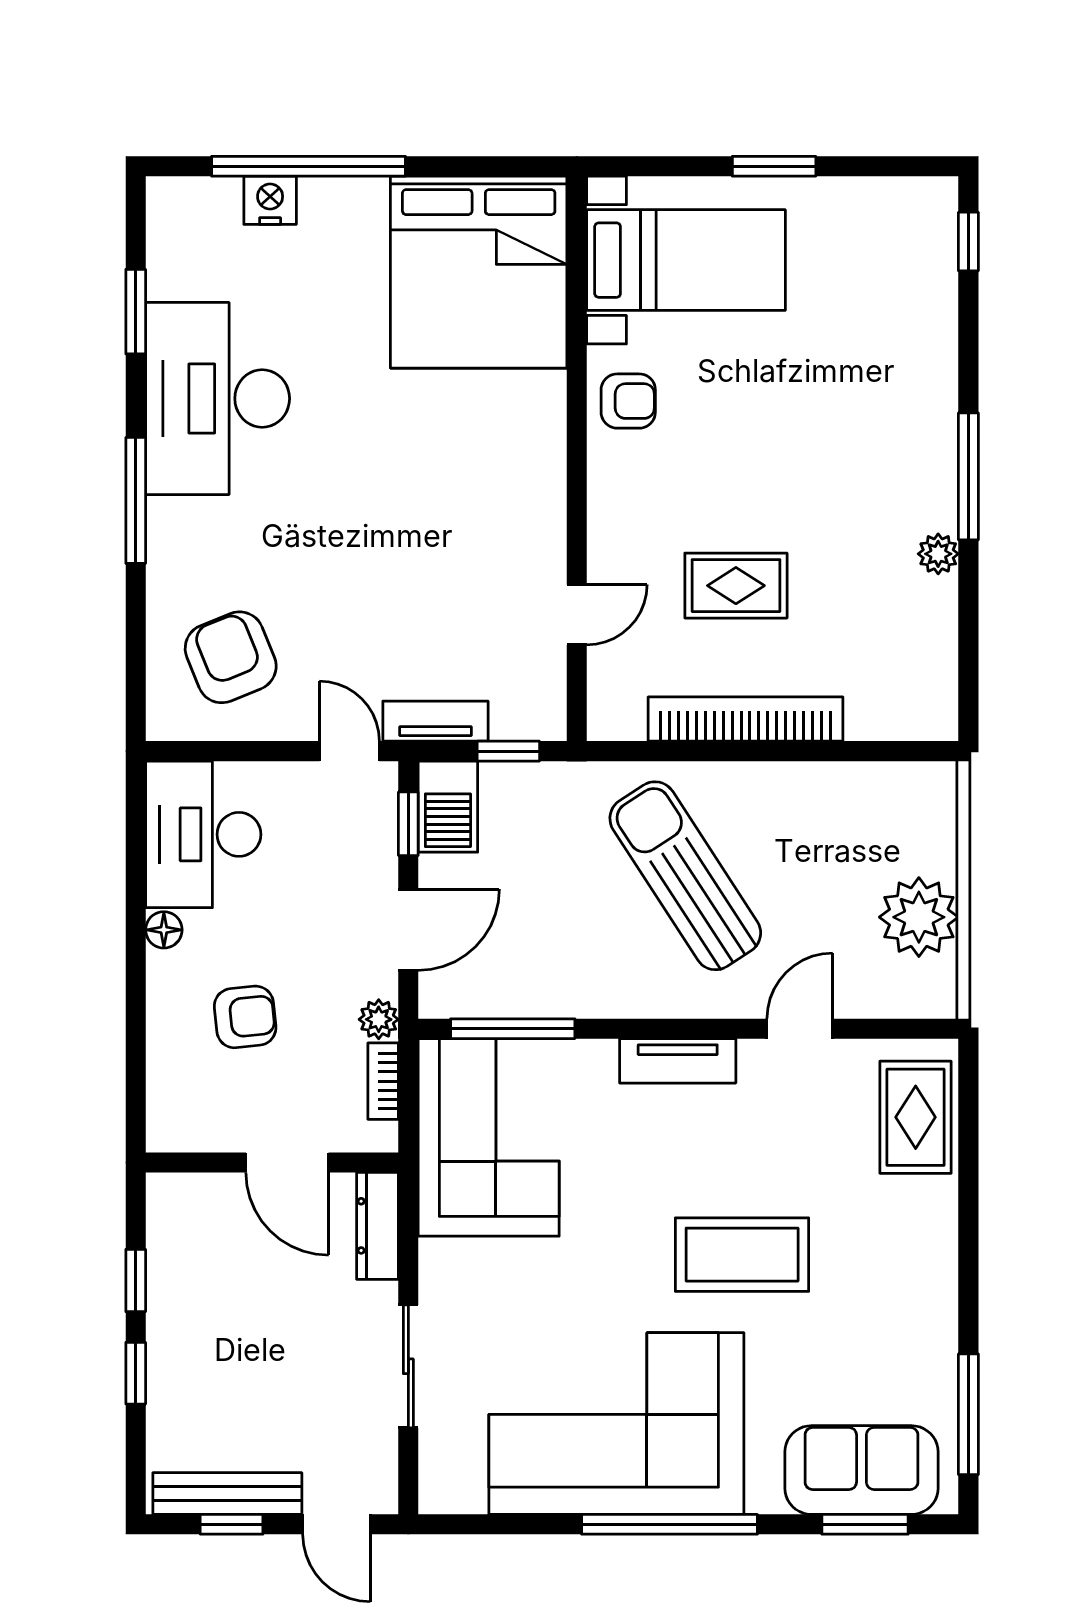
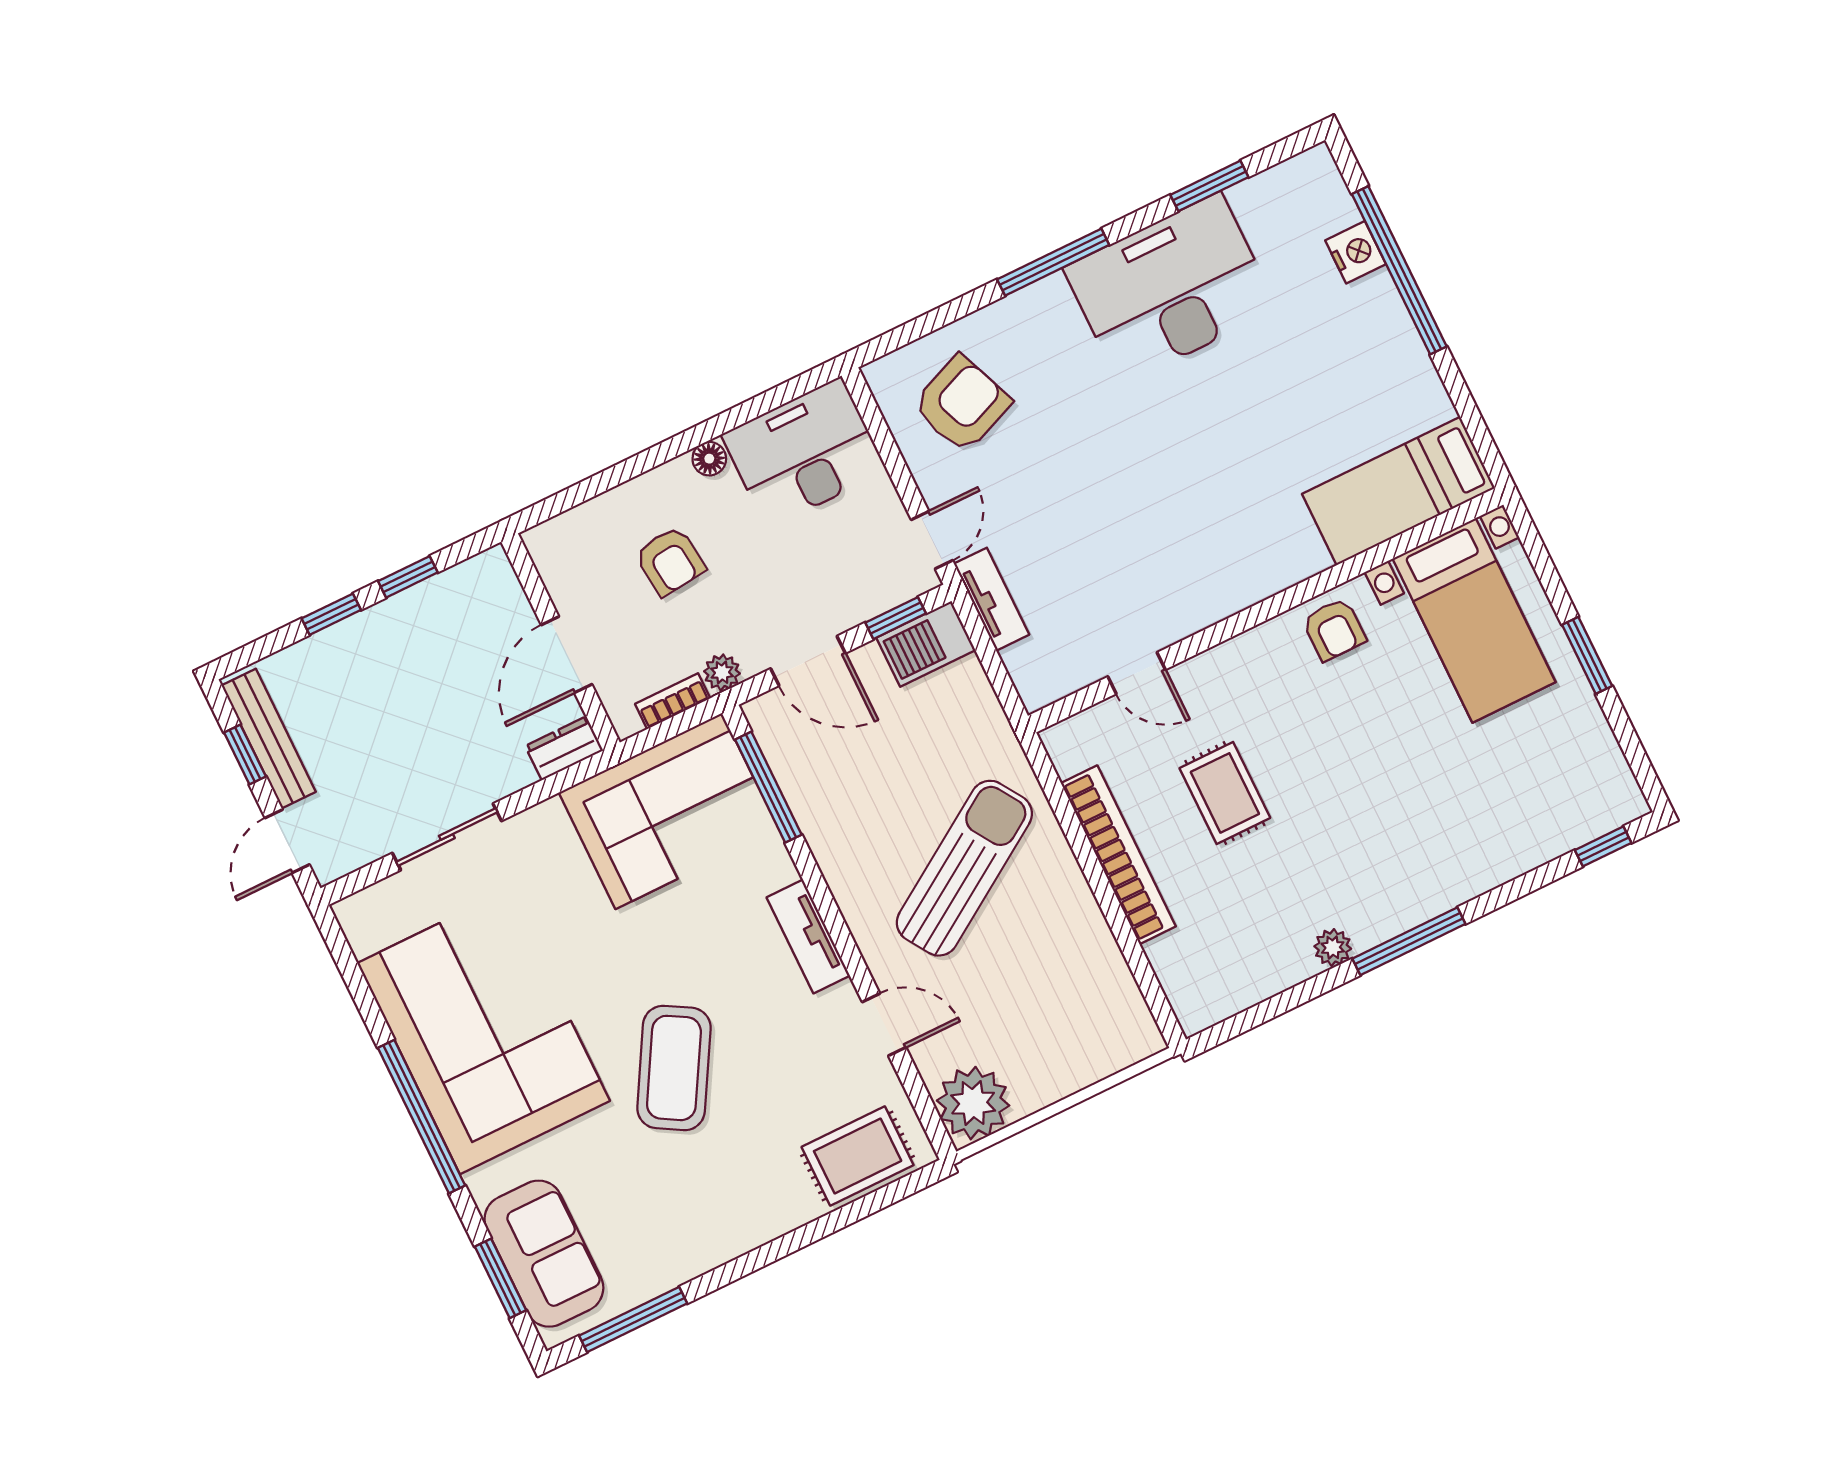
bed: (479, 272) -> (1399, 491), width x0.49
window: (508, 751) -> (996, 671), removed
plant: (919, 917) -> (973, 1103), moved
dresser: (377, 1226) -> (564, 748), width x0.70
coffee table: (742, 1255) -> (674, 1068), turned 30

